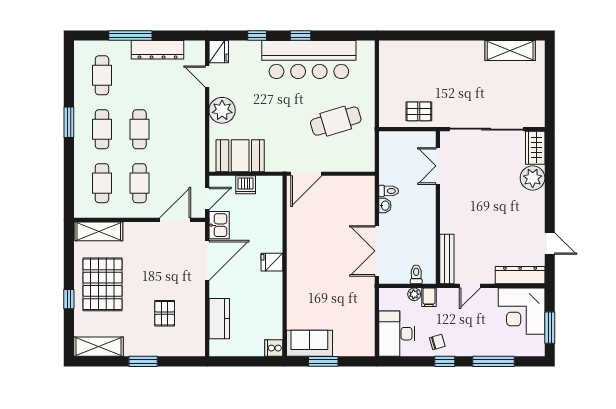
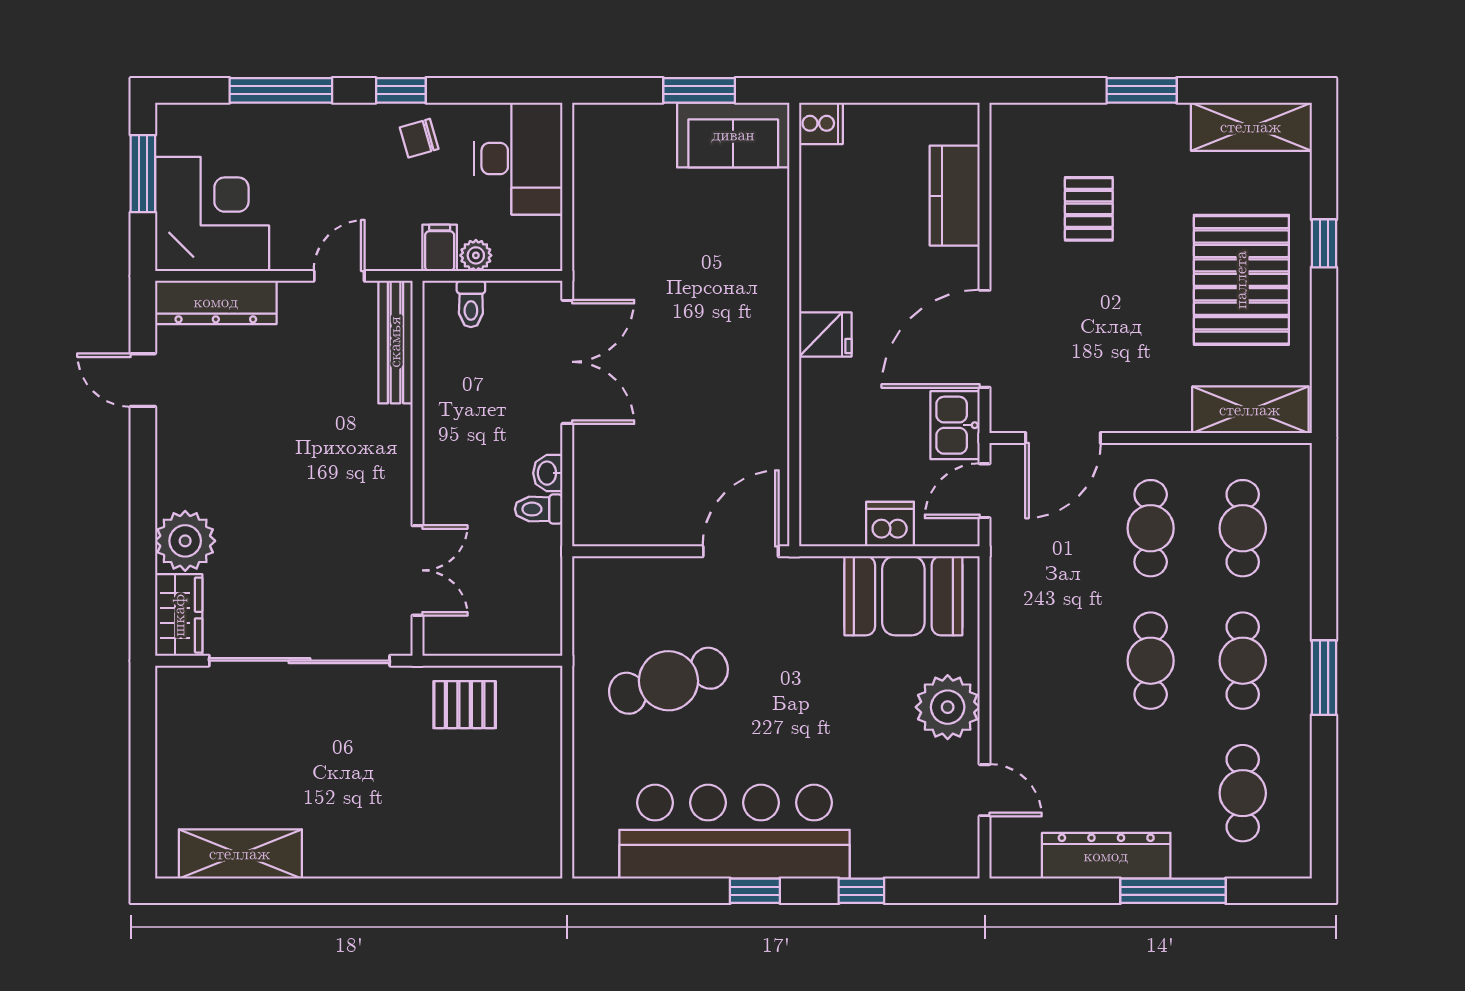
fridge: (219, 52) -> (956, 851), removed

